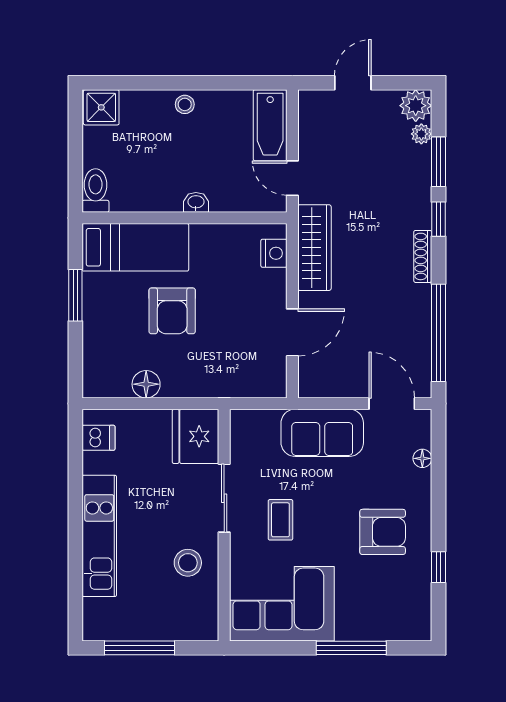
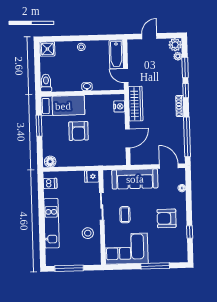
floor lamp: (146, 384) -> (50, 162), moved
sofa: (322, 433) -> (135, 179), width x1.36
fridge: (196, 436) -> (92, 176), width x0.53, depth x0.75
armchair: (383, 532) -> (167, 218), turned 180

